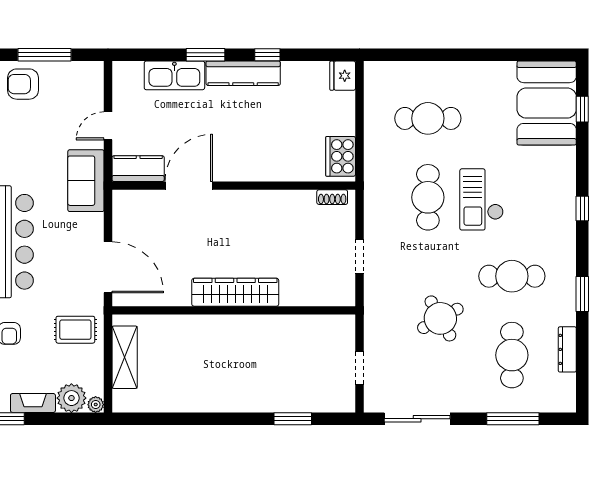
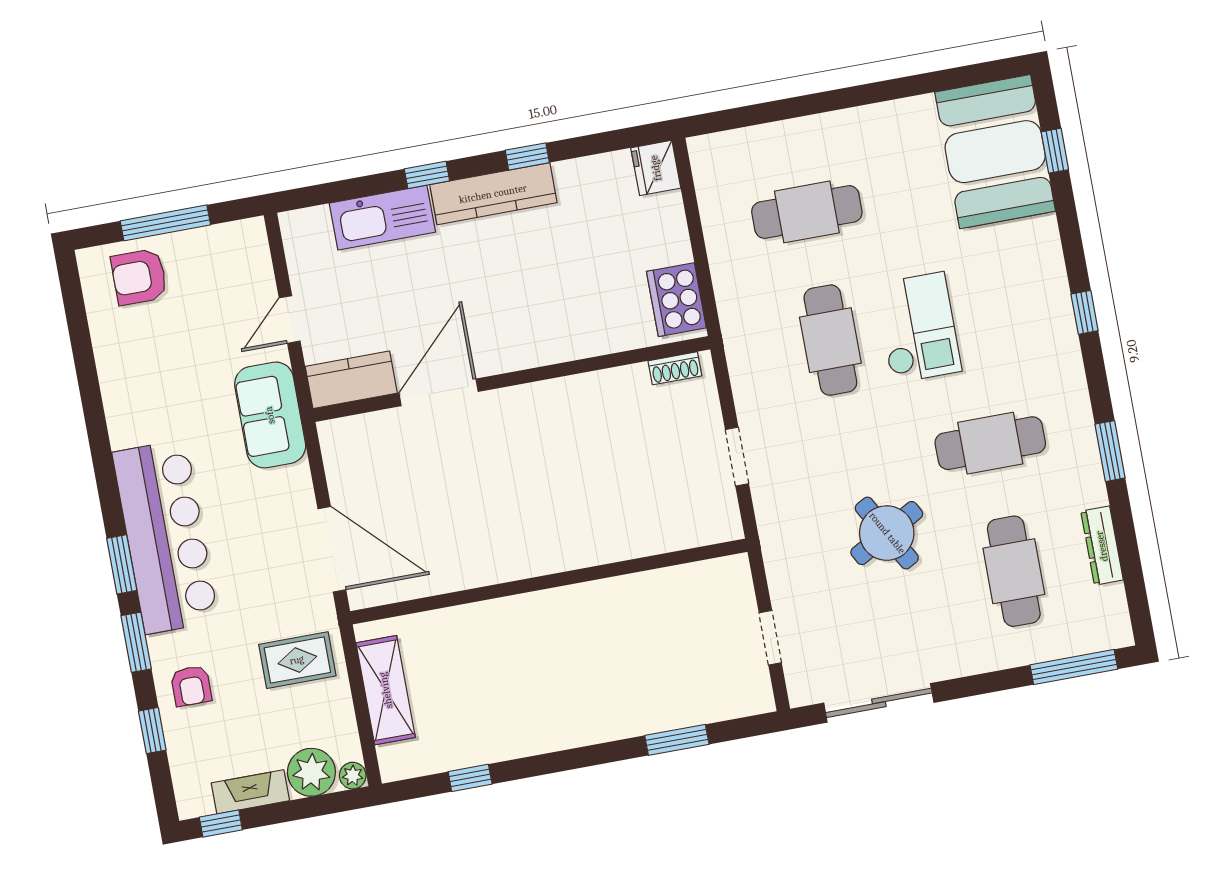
window: (206, 55) -> (427, 175), width x0.67
checkout: (482, 199) -> (918, 328), turned 180
wardrobe: (235, 292) -> (546, 552), removed
window: (165, 419) -> (470, 778), added
window: (513, 419) -> (1074, 667), moved

